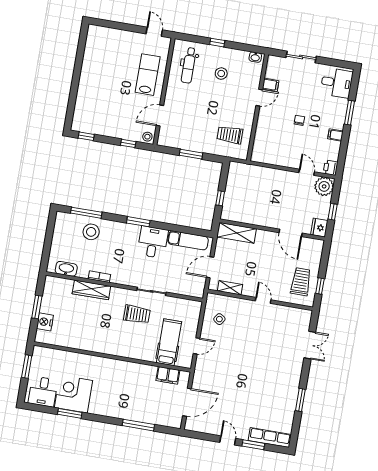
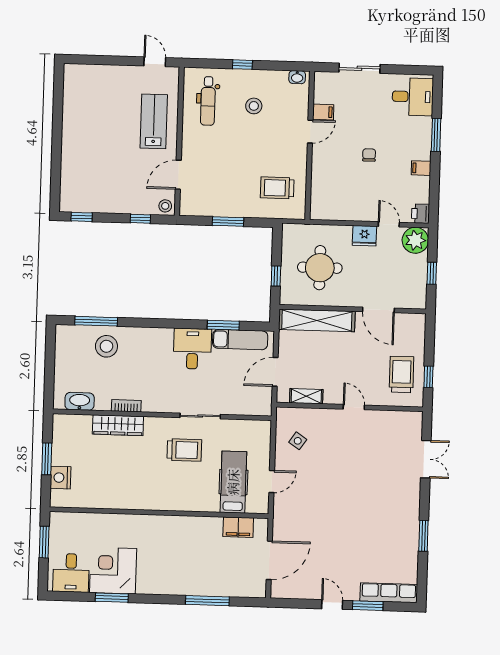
round table: (253, 197) -> (320, 268), added
window: (138, 222) -> (223, 325), moved
fridge: (319, 228) -> (364, 236), moved, turned -90
shelving: (236, 233) -> (317, 320), width x1.47

